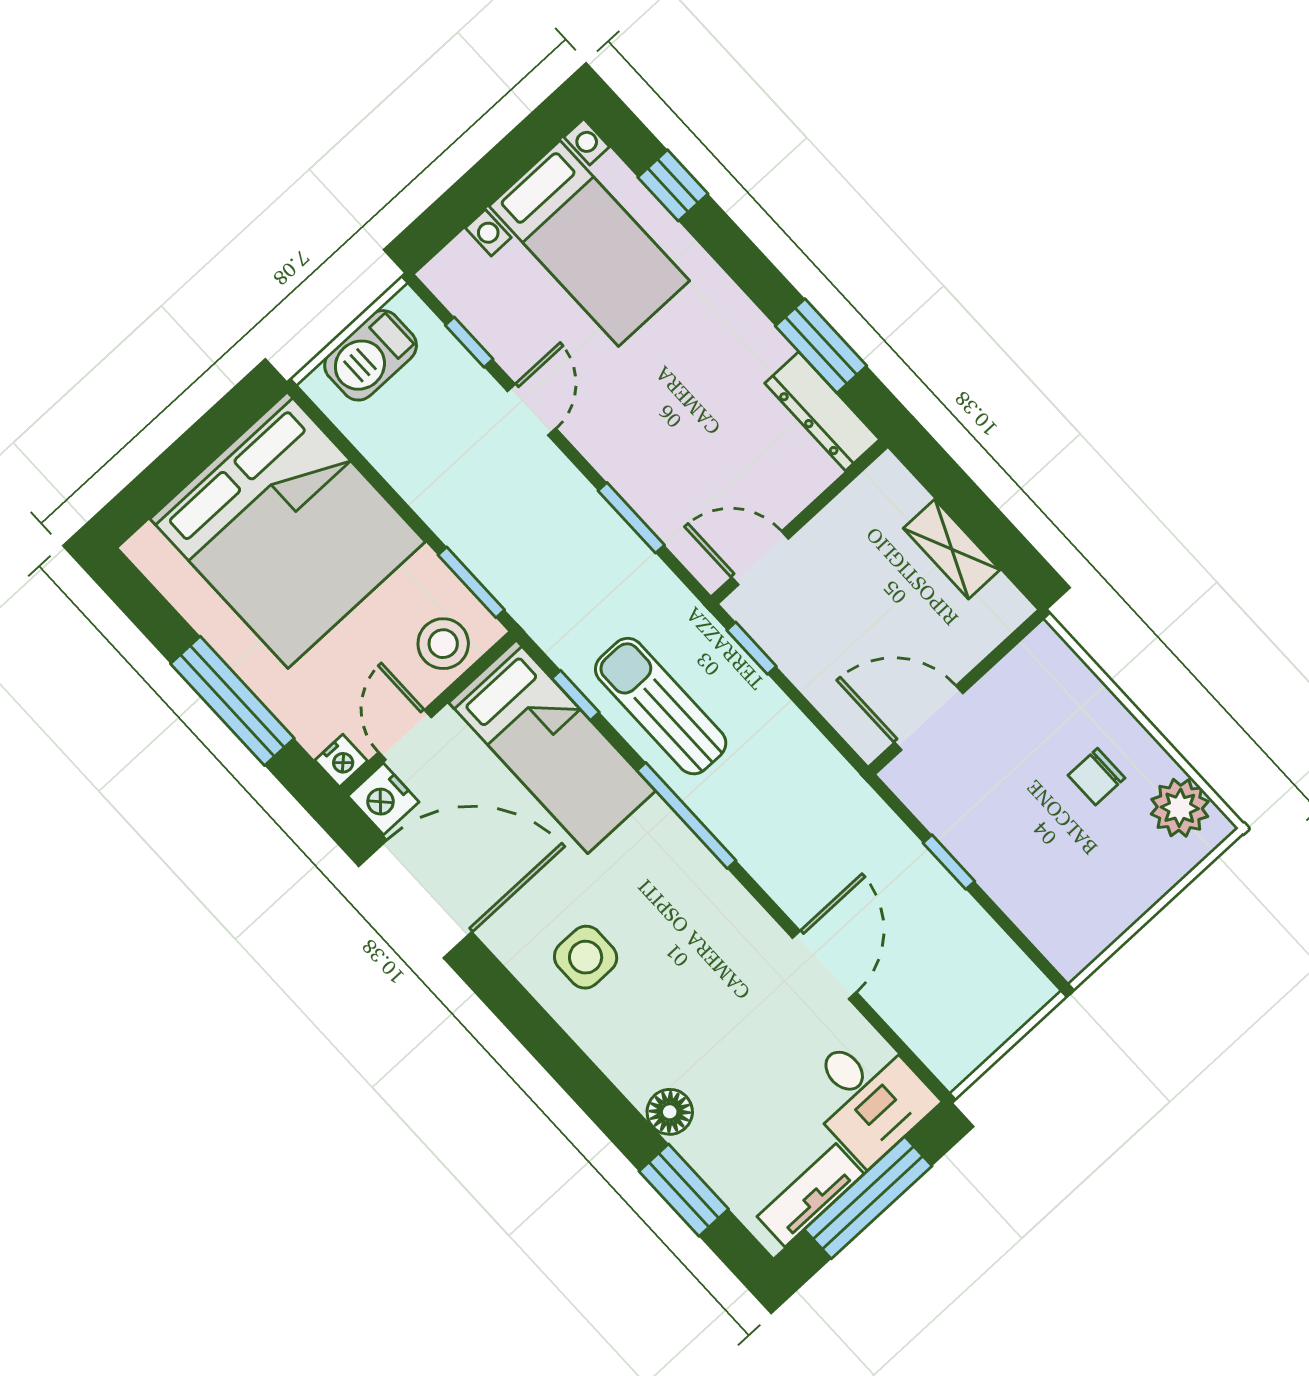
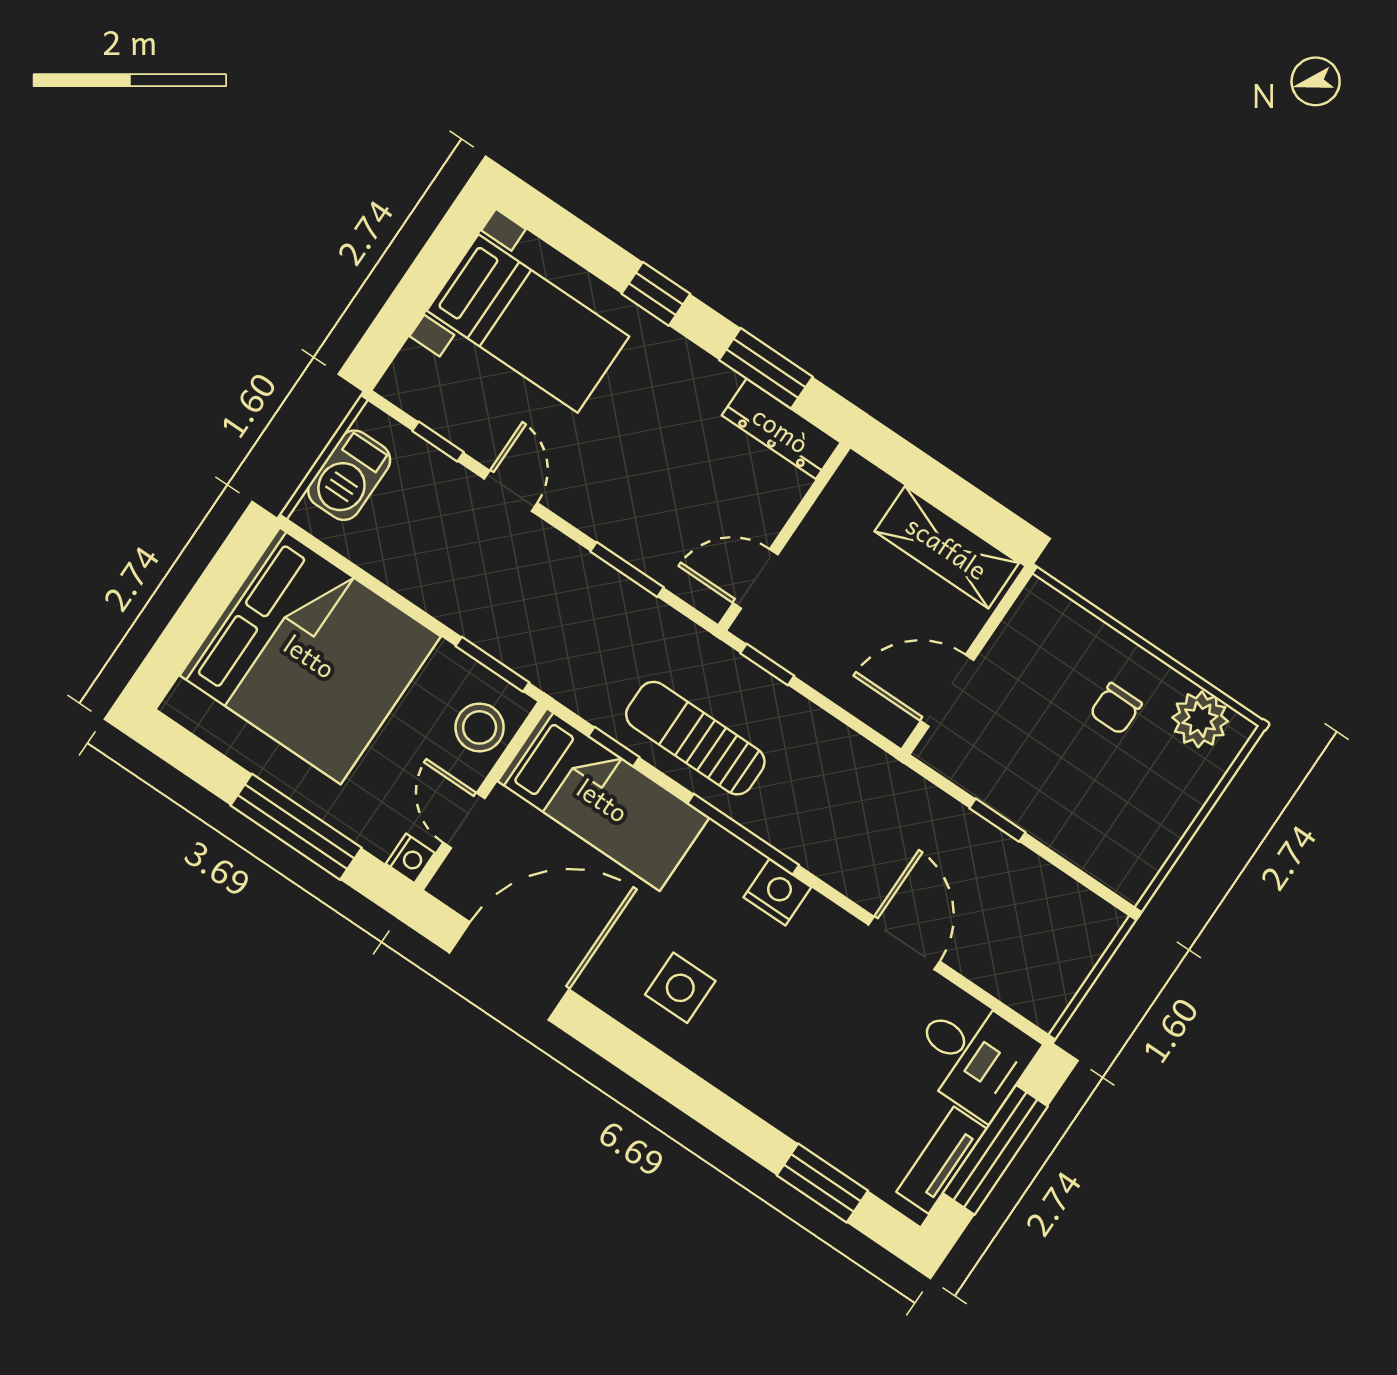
window: (673, 185) -> (656, 294), moved
shelving: (952, 549) -> (947, 547), width x1.50, depth x1.33
nightstand: (383, 799) -> (777, 892), moved, turned 180
floor lamp: (670, 1112) -> (792, 1113), removed

